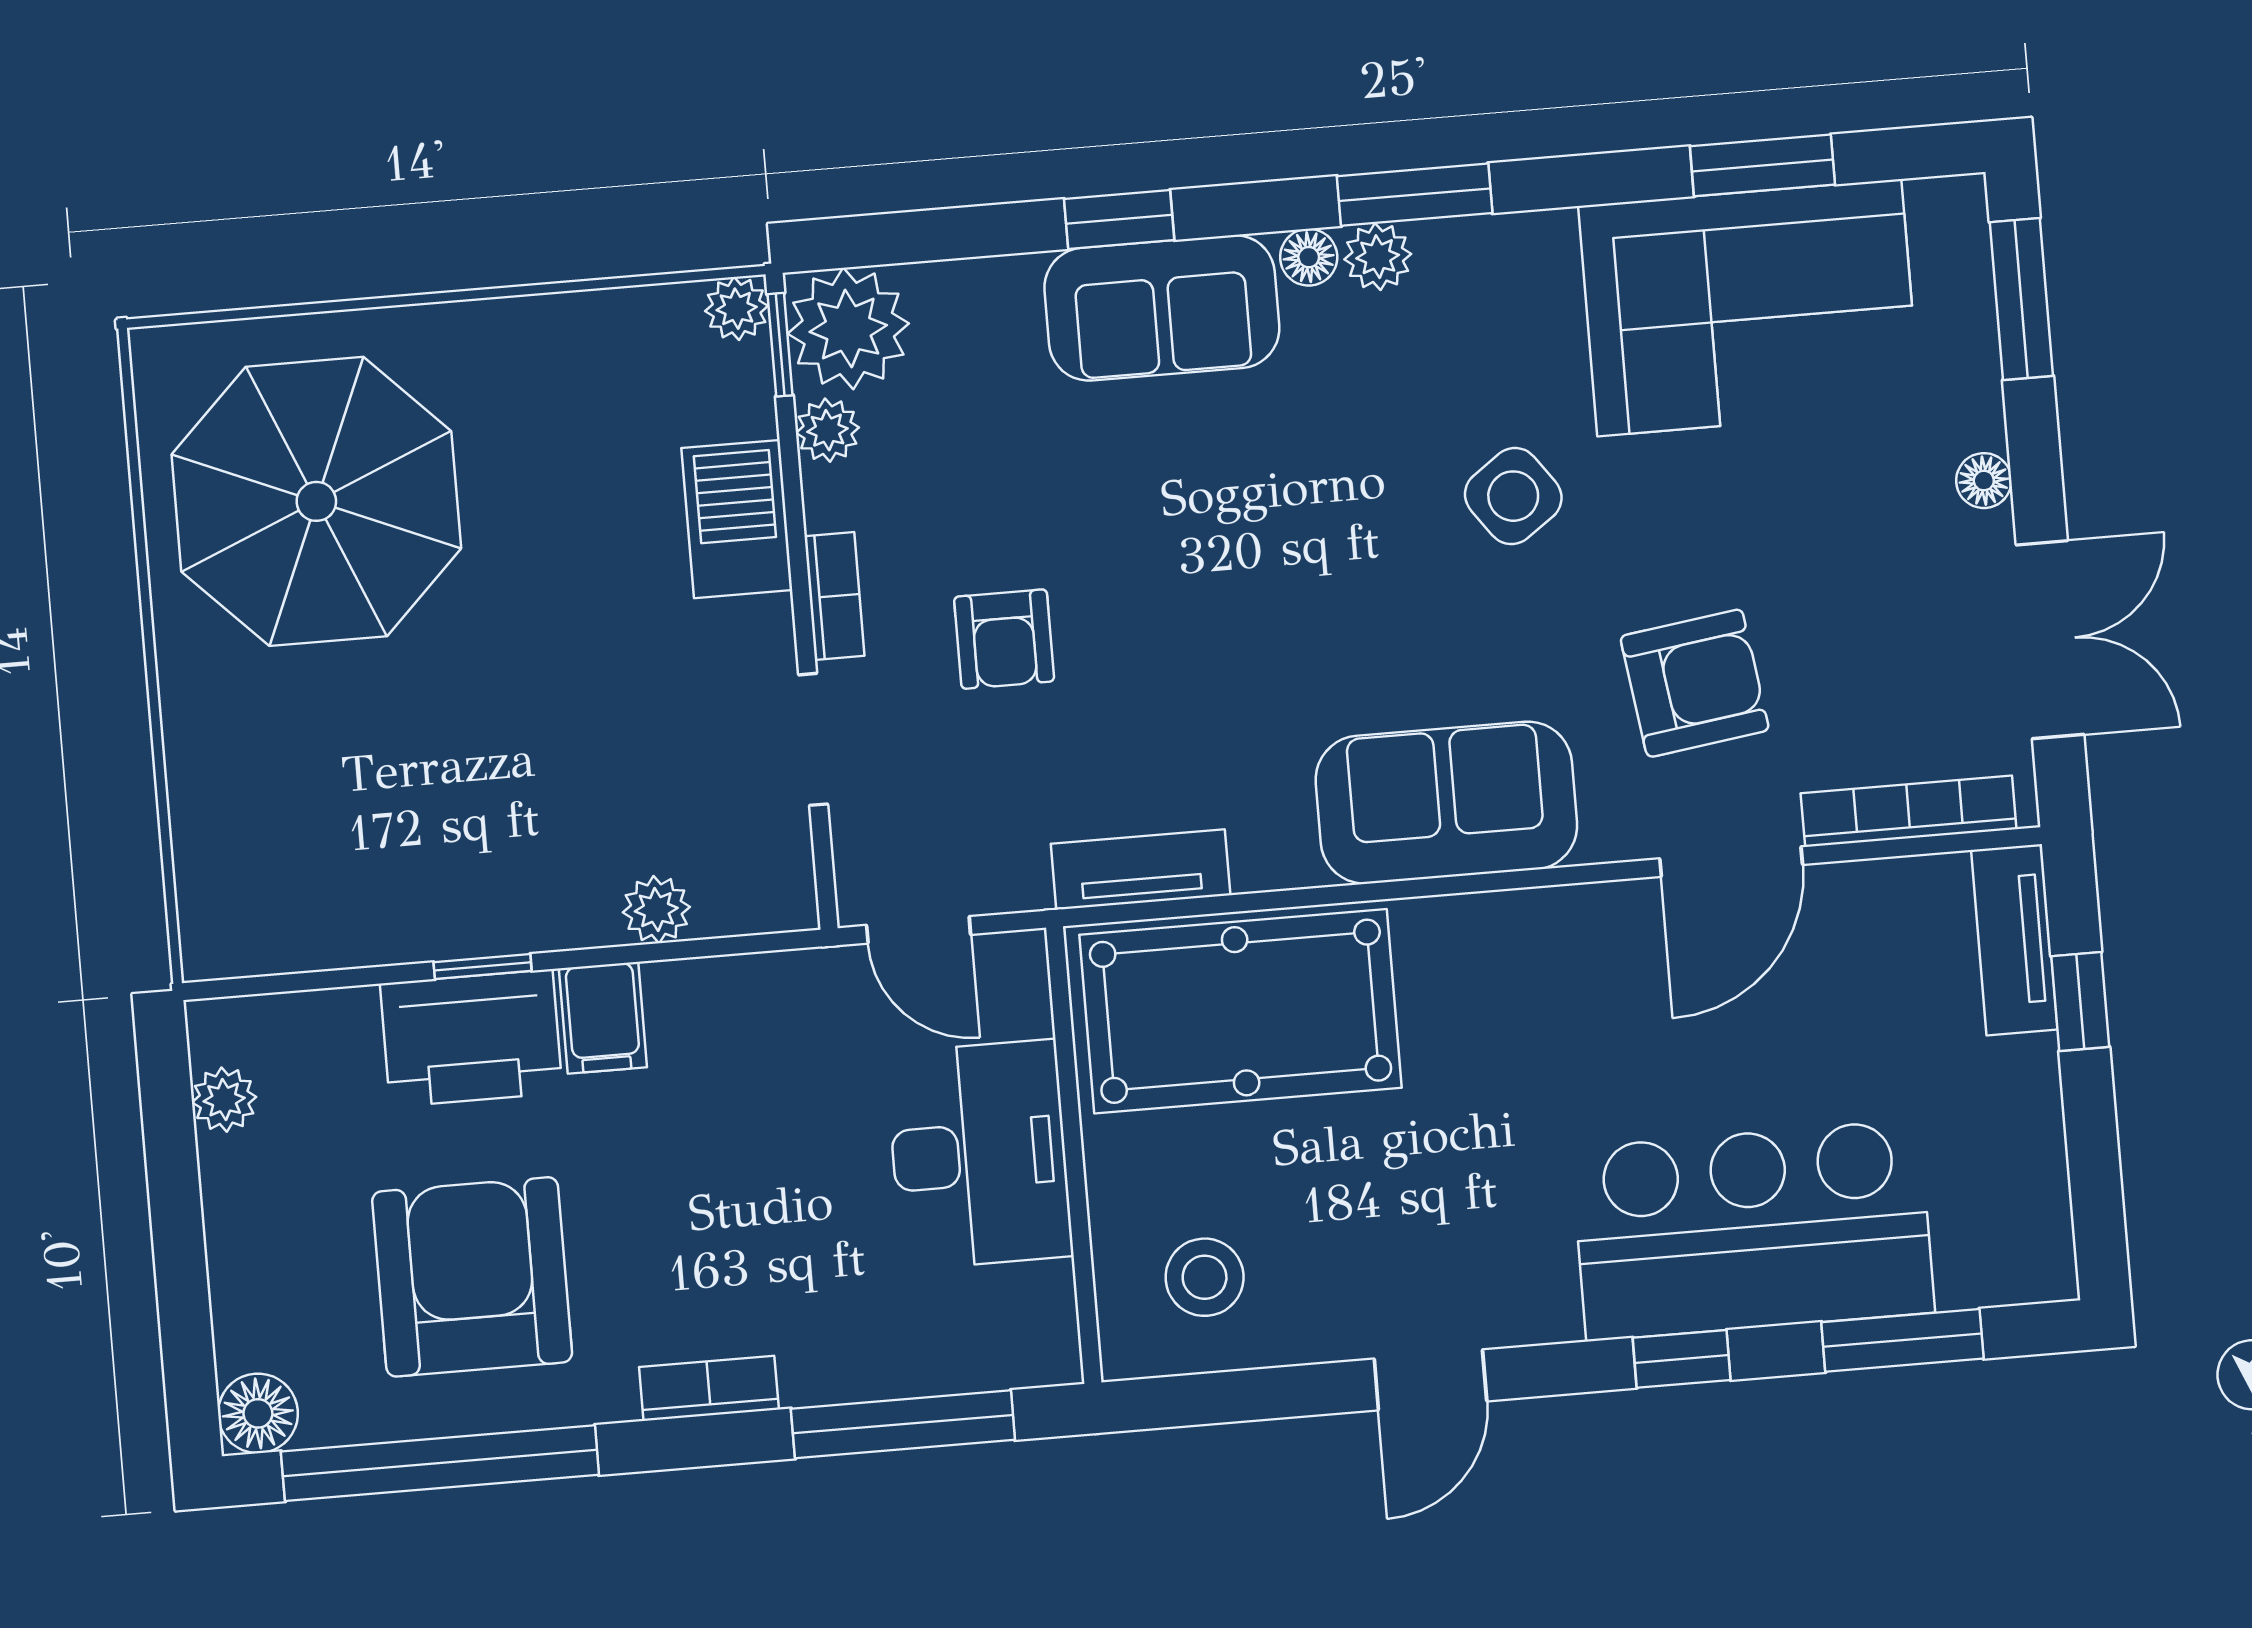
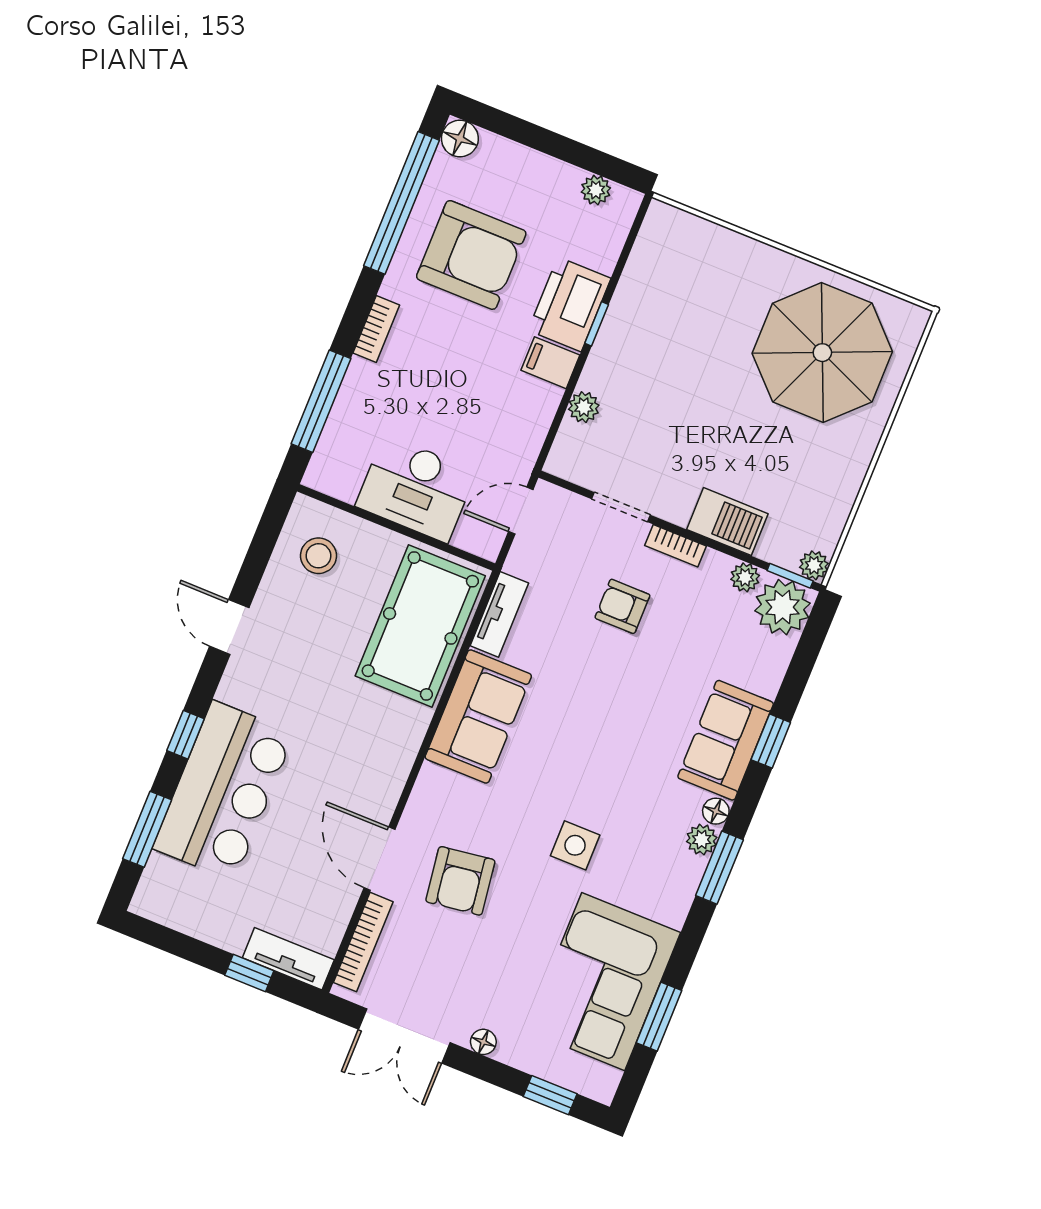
window: (2021, 299) -> (550, 1095), width x0.67
side table: (1513, 496) -> (575, 845), turned 36
sofa: (1446, 803) -> (478, 716), moved

